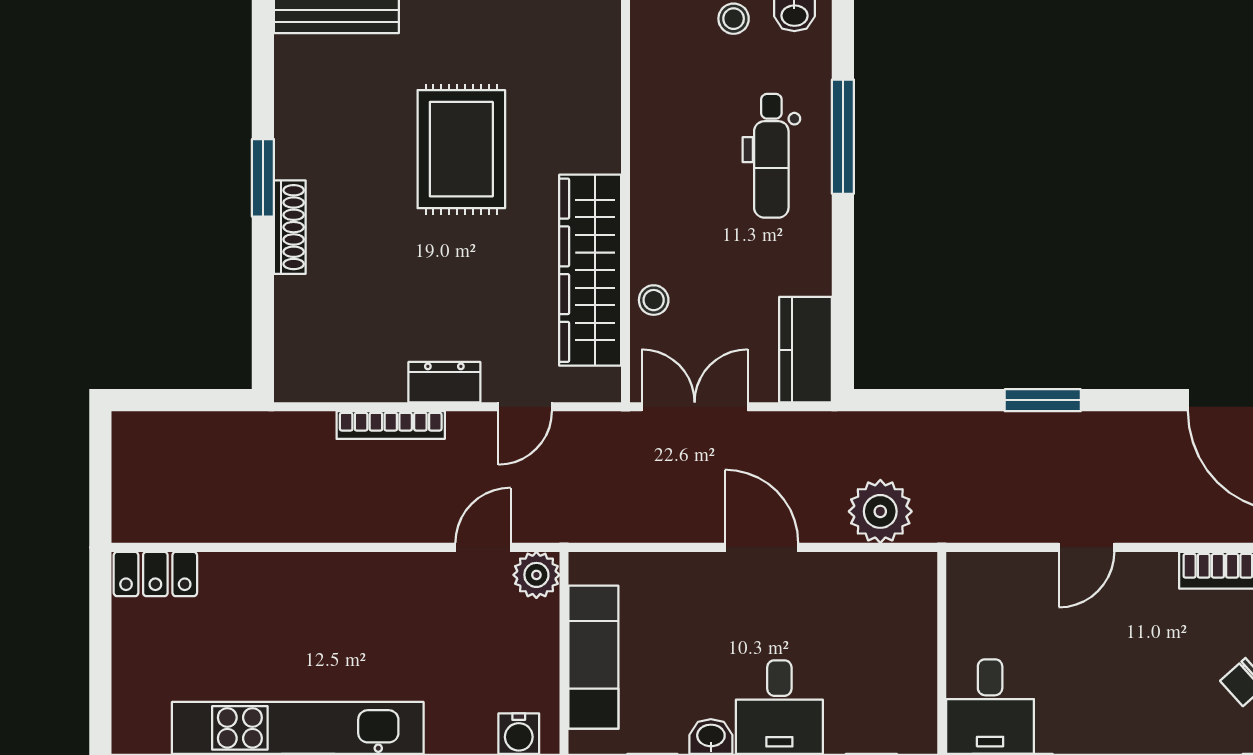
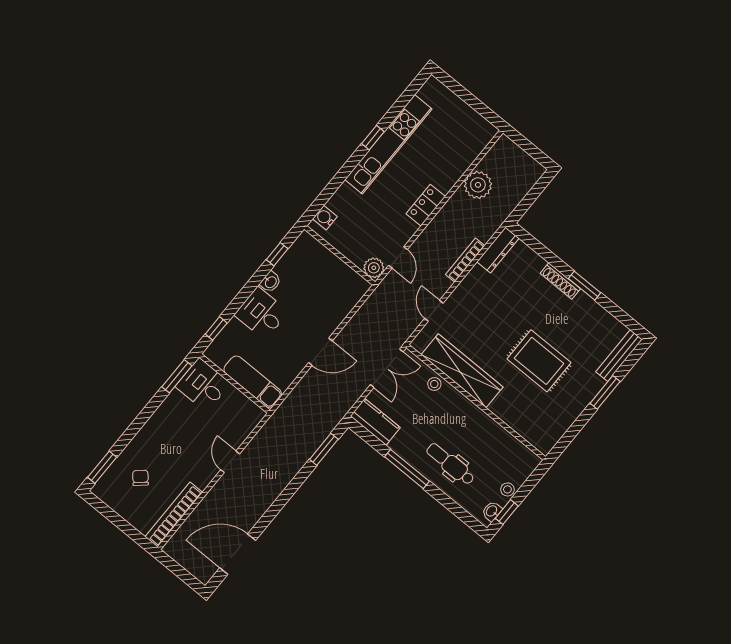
window: (843, 137) -> (407, 469), moved
dresser: (444, 382) -> (498, 250), moved, width x1.44
window: (1043, 400) -> (324, 449), moved
plant: (880, 511) -> (478, 185), moved
locker: (155, 574) -> (426, 205), moved
exam couch: (593, 657) -> (253, 382), moved, turned 180

